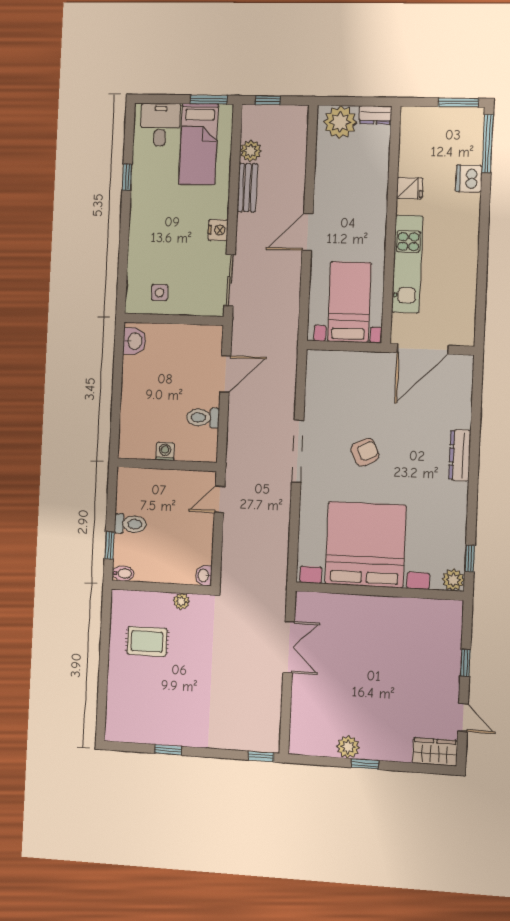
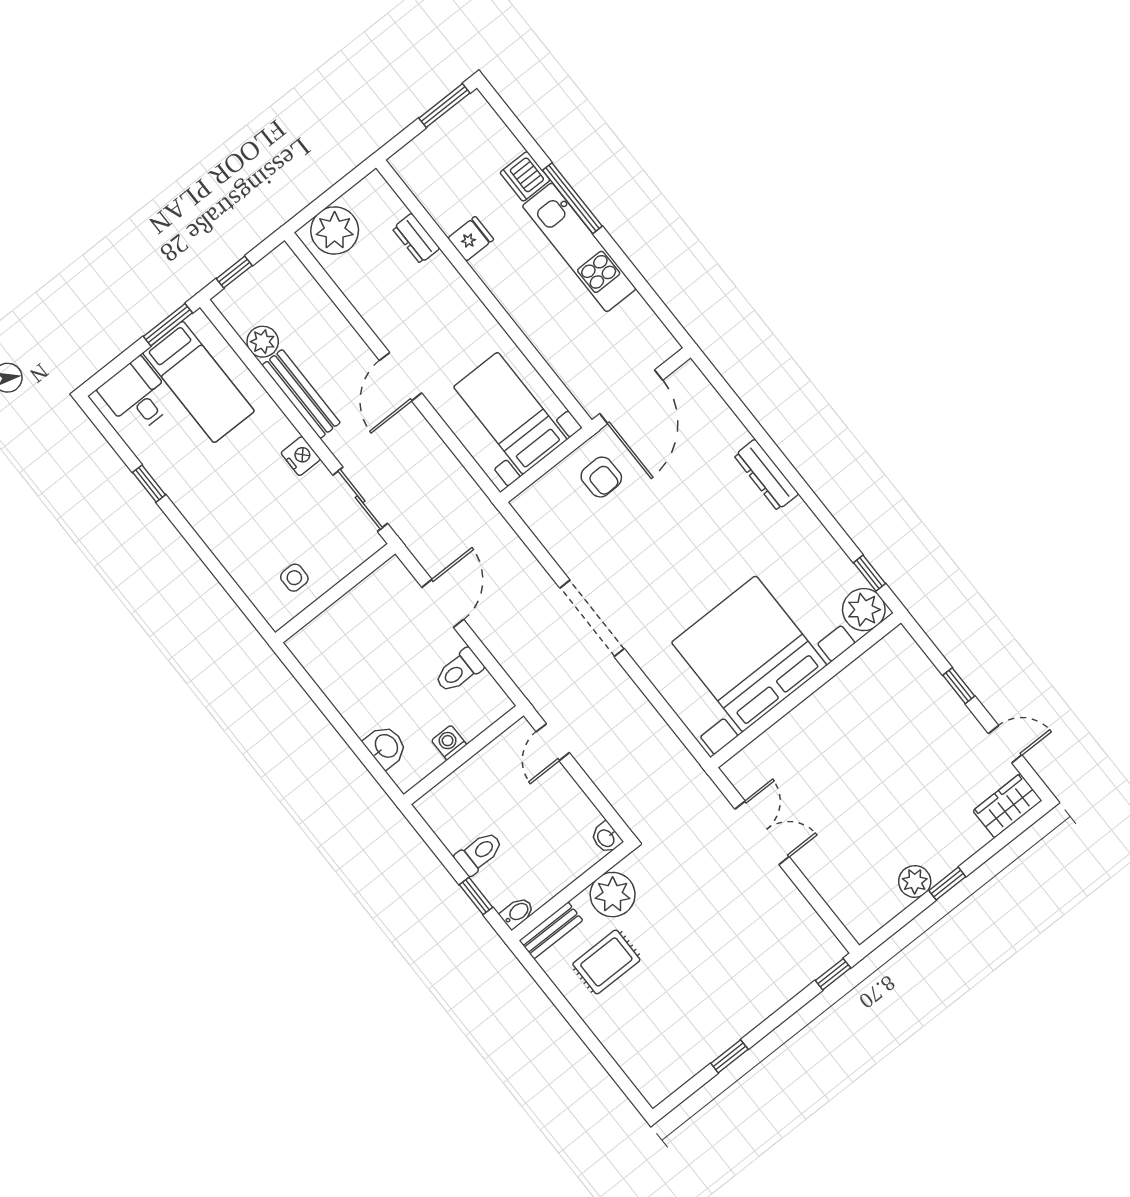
dresser: (375, 115) -> (416, 238), moved, turned 90
window: (488, 143) -> (572, 198), moved
bench: (247, 188) -> (301, 394), width x1.36
kitchen unit: (407, 264) -> (579, 247), moved, turned 180
washbasin: (134, 341) -> (386, 746), moved
armchair: (365, 452) -> (601, 477), moved, turned 115
plant: (453, 580) -> (864, 610), width x1.36, depth x1.36
bench: (133, 599) -> (551, 930), added
plant: (181, 601) -> (613, 895), width x1.88, depth x1.88

